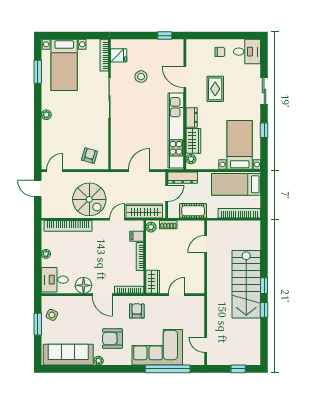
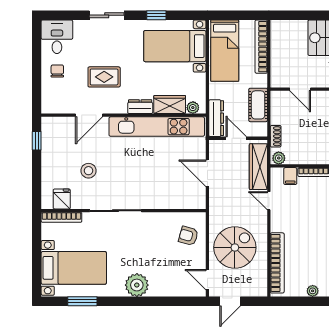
plant: (46, 115) -> (137, 285), width x1.88, depth x1.88
spiral stairs: (89, 199) -> (235, 248), moved

